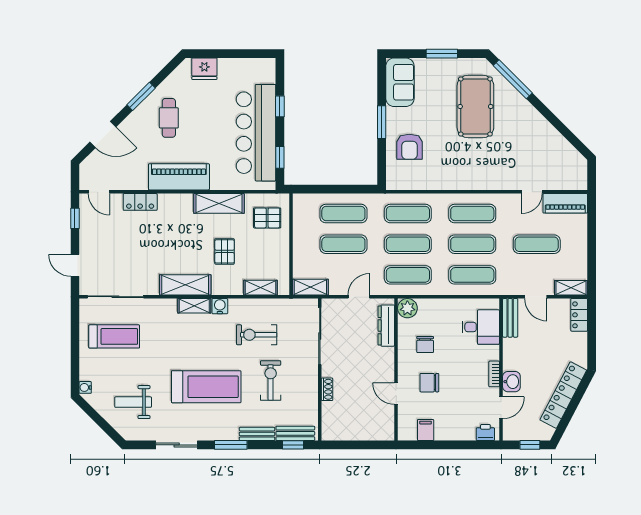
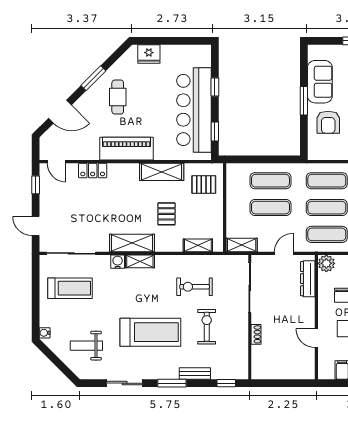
sofa: (400, 82) -> (320, 82), moved
water cooler: (220, 306) -> (118, 262), moved
bench: (295, 433) -> (228, 373), removed

